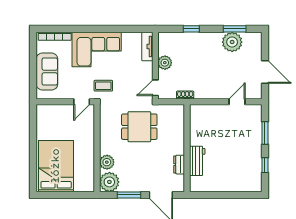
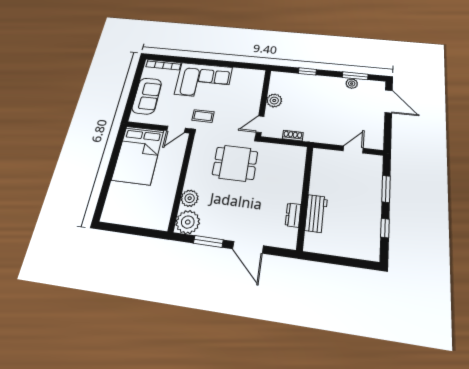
plant: (232, 42) -> (352, 84), width x0.53, depth x0.53
tv unit: (147, 46) -> (258, 83), removed
door: (265, 72) -> (389, 101), moved
wall: (187, 148) -> (305, 197), moved
workbench: (197, 161) -> (316, 214), moved
dresser: (179, 165) -> (293, 215), moved
bed: (56, 166) -> (138, 155), moved, turned 180

